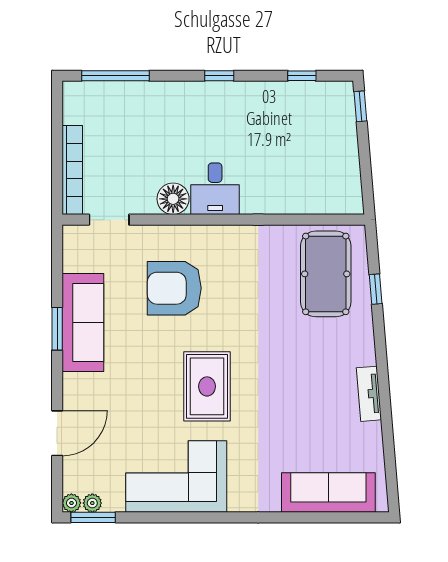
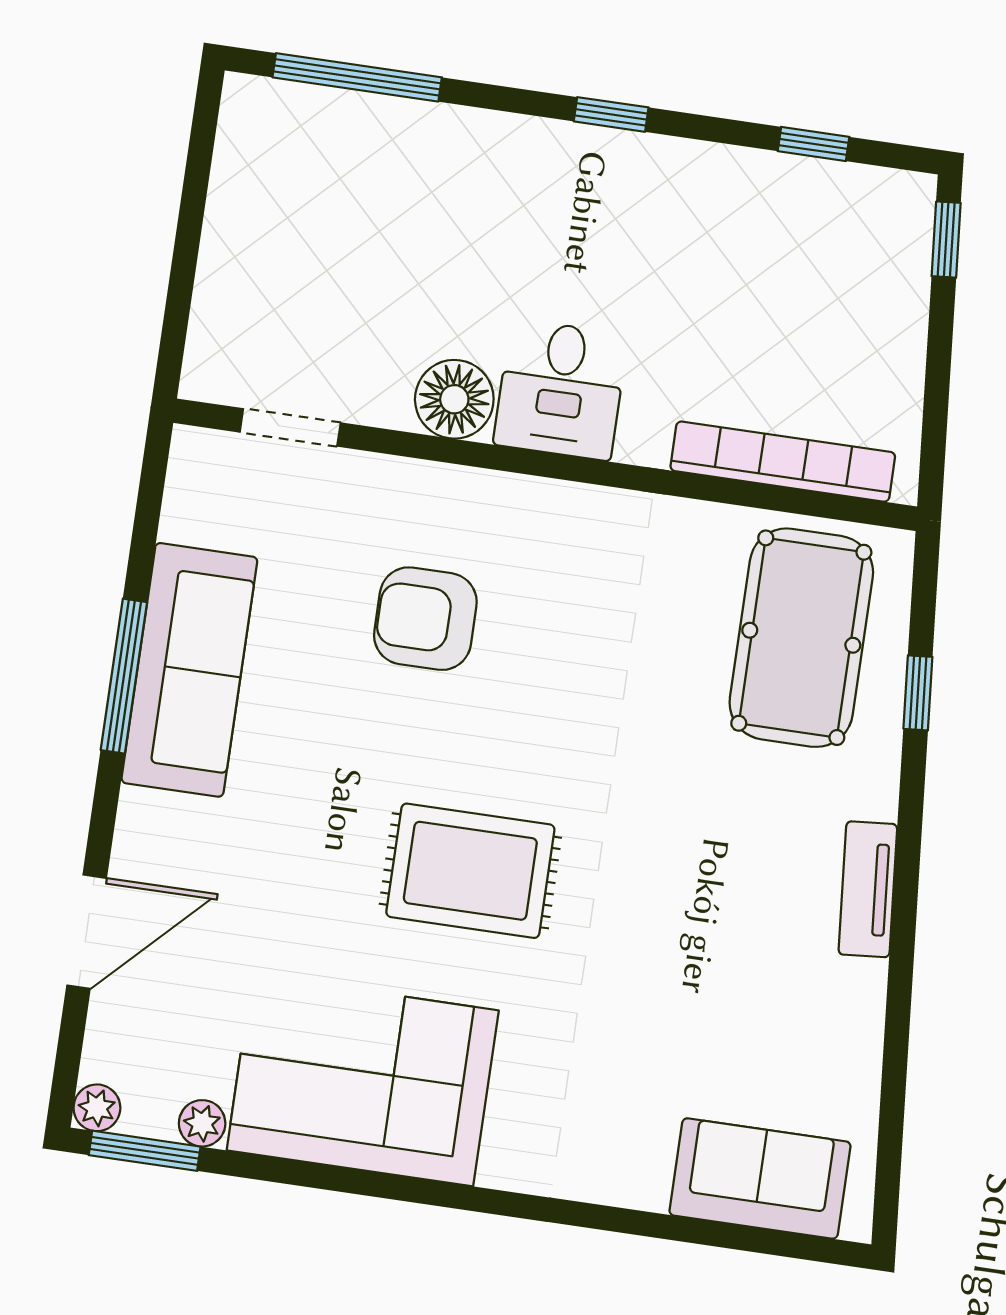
bookcase: (72, 170) -> (783, 462), moved, turned -90
armchair: (174, 288) -> (425, 619), width x0.73, depth x0.73
window: (57, 329) -> (124, 676), width x1.44
rug: (207, 386) -> (470, 871), turned 90
tv unit: (369, 394) -> (868, 889), moved
sofa: (328, 493) -> (760, 1178), width x0.73
plant: (92, 503) -> (202, 1123), moved

